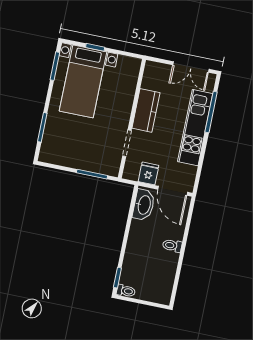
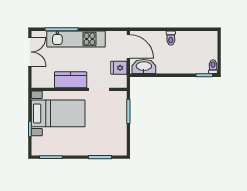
bed with nightstands: (83, 81) -> (58, 113), moved
door: (173, 191) -> (128, 46), hinge flipped

